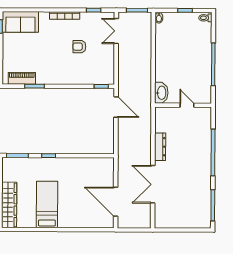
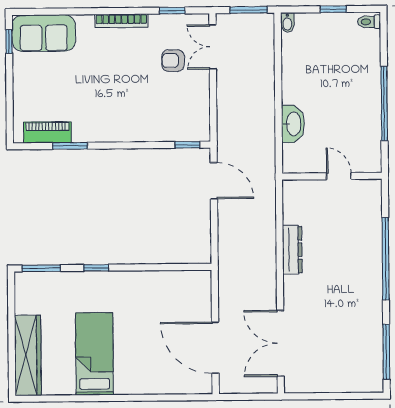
armchair: (79, 47) -> (173, 61), moved
washbasin: (161, 93) -> (293, 124), moved
double door: (153, 184) -> (280, 343), moved

